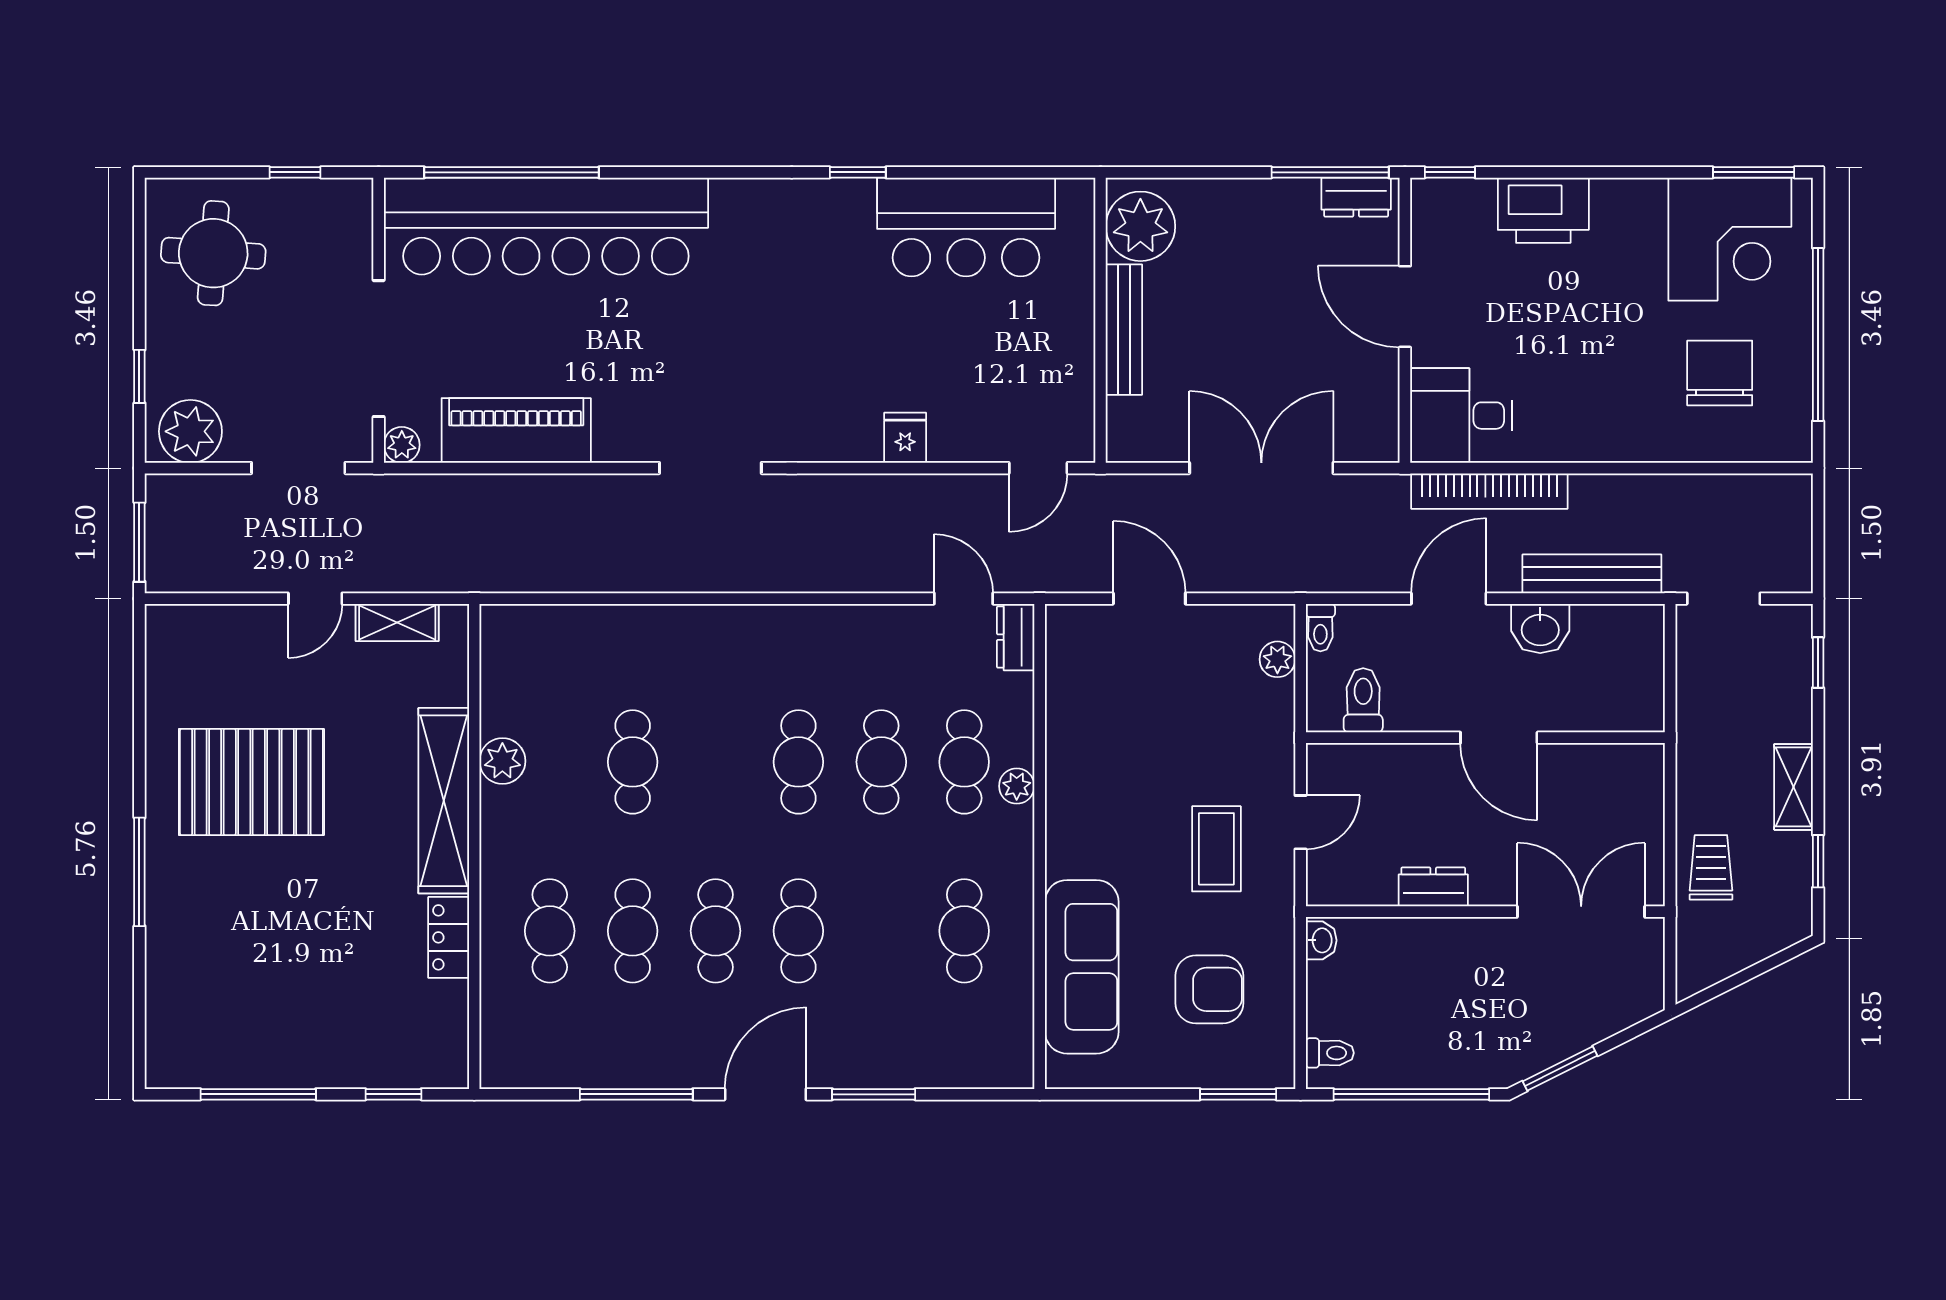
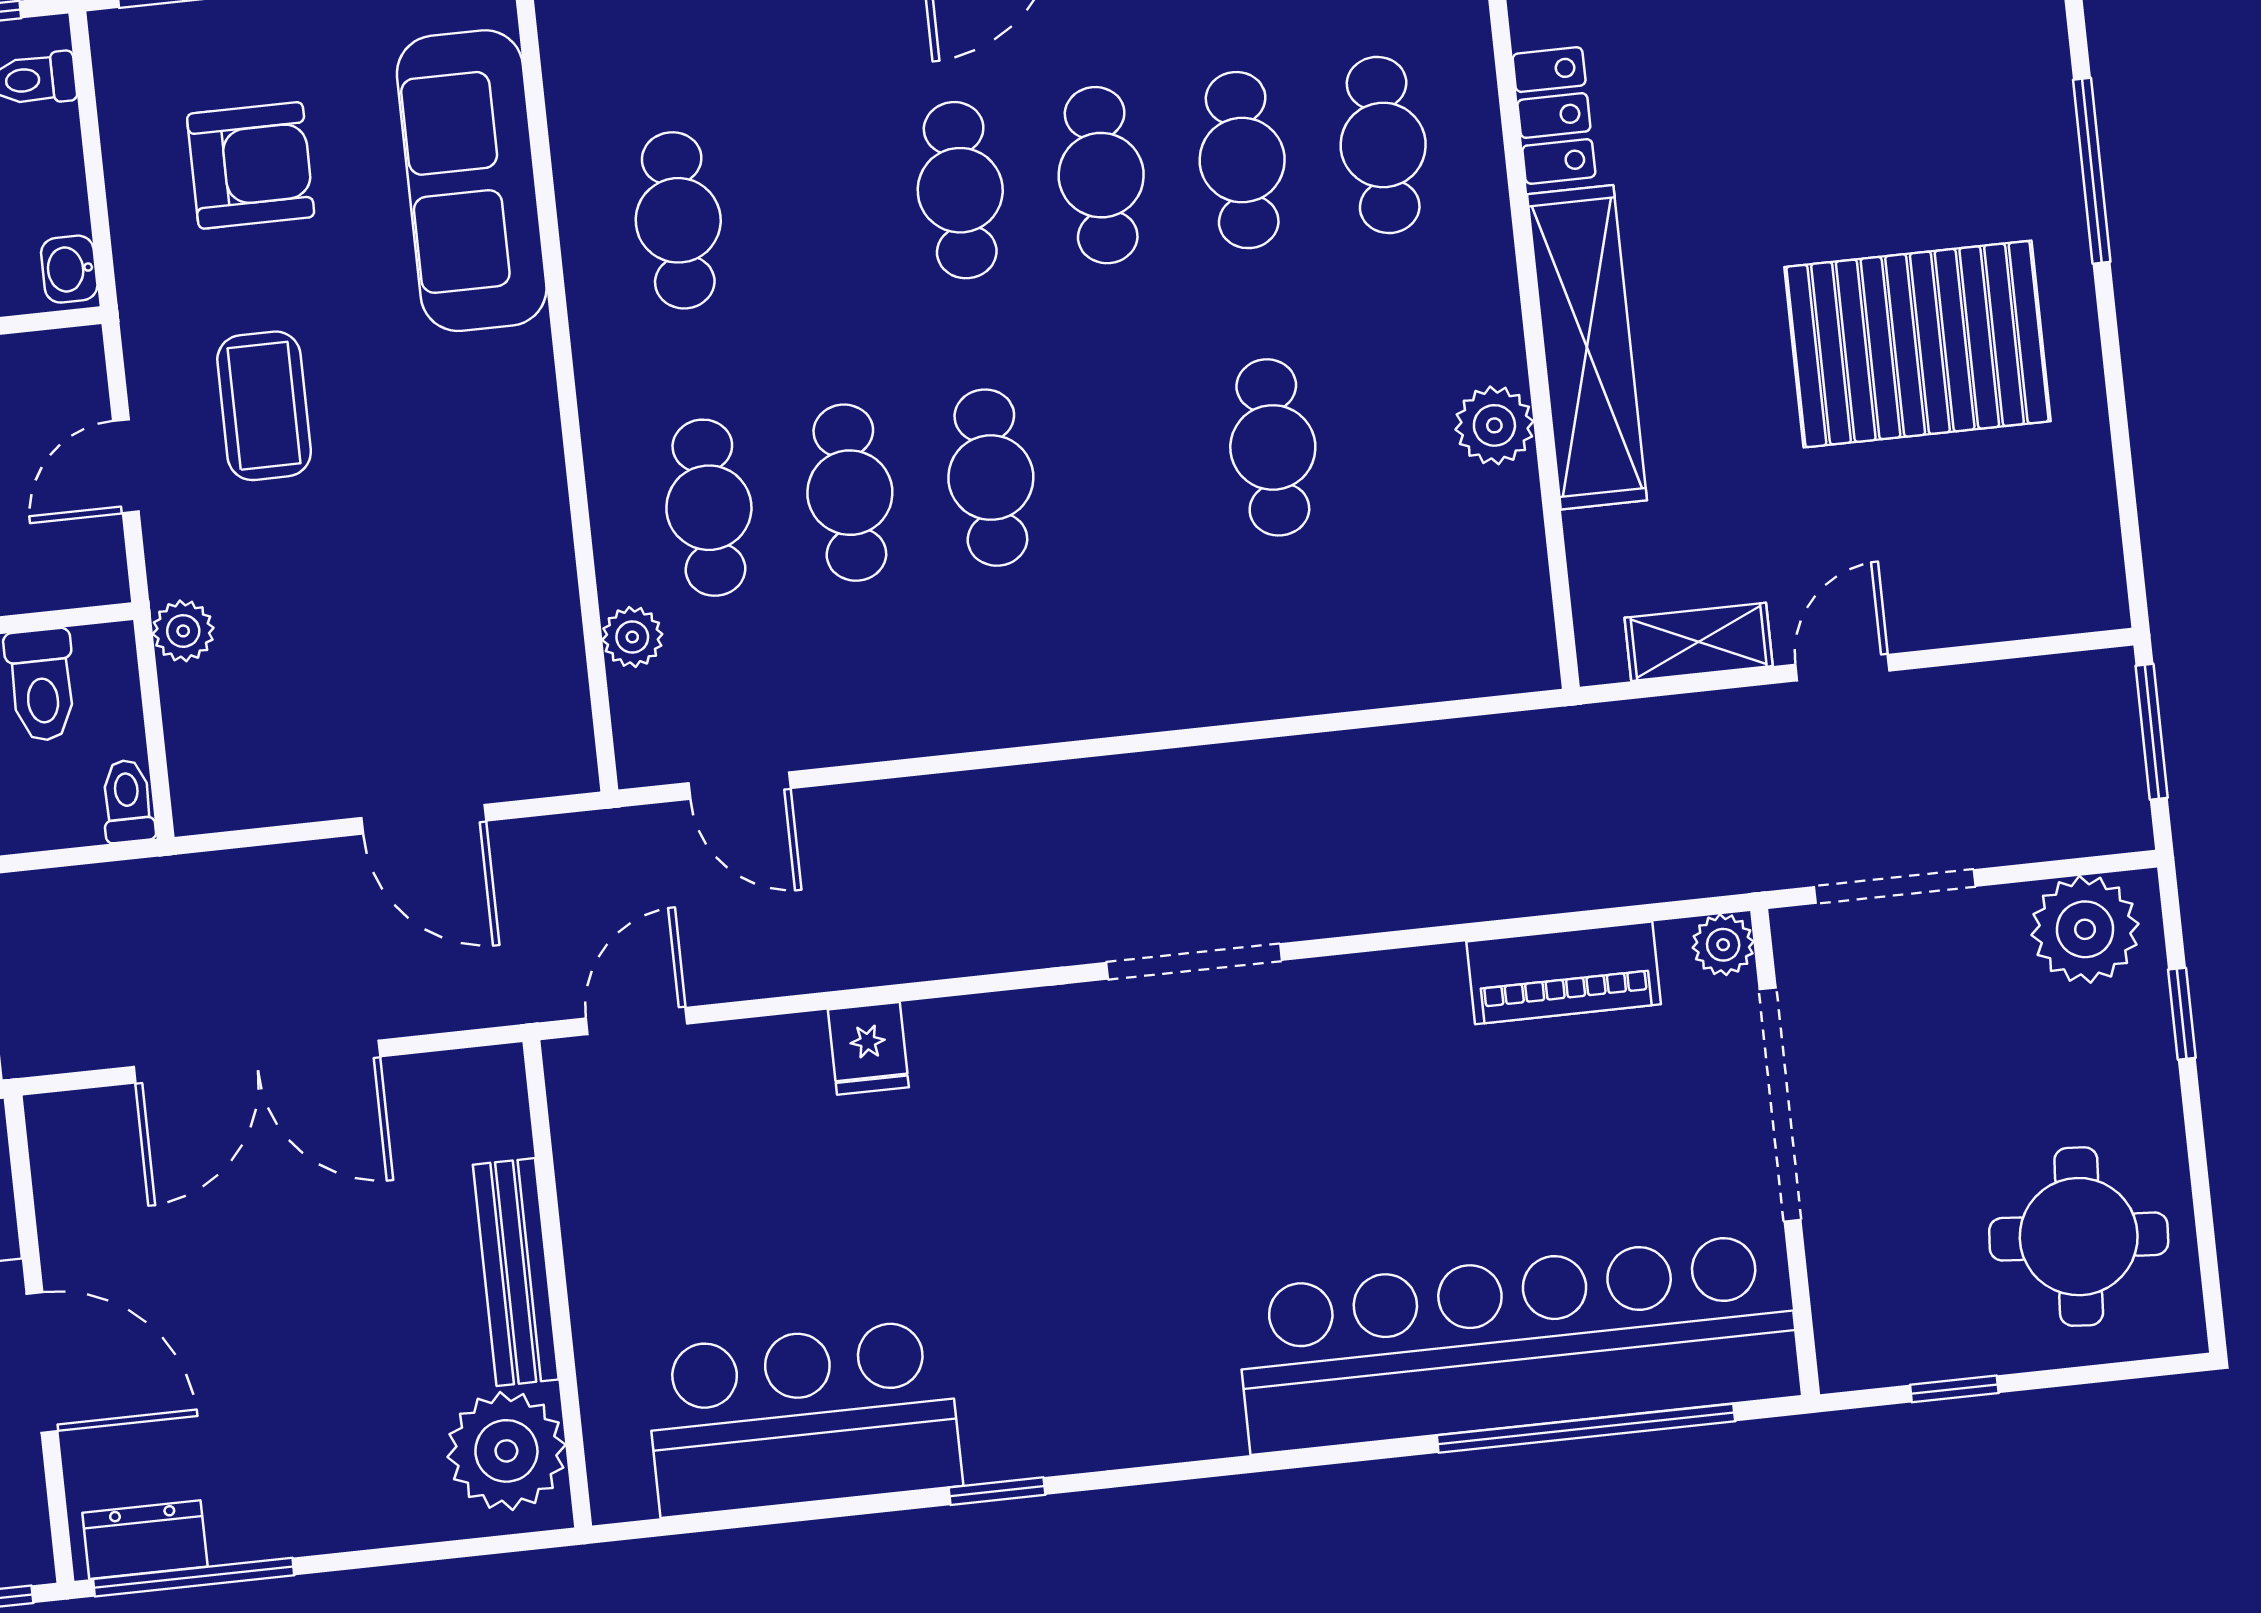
piano: (516, 430) -> (1564, 973), width x0.73, depth x0.75
dresser: (1016, 637) -> (644, 729), removed
plant: (1277, 659) -> (183, 631), moved
plant: (1017, 786) -> (632, 637), moved
armchair: (1209, 989) -> (251, 165), turned 180

